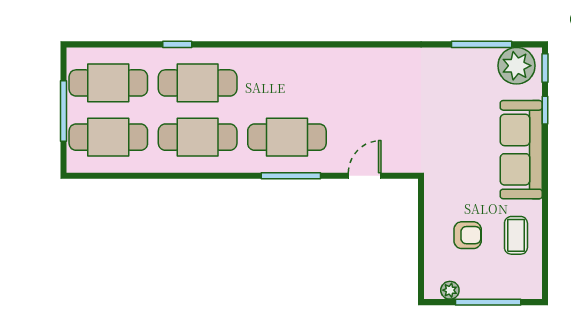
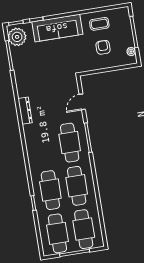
dresser: (366, 58) -> (25, 111), added
door: (365, 176) -> (82, 102), hinge flipped

